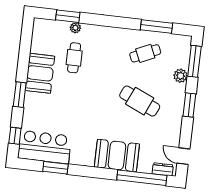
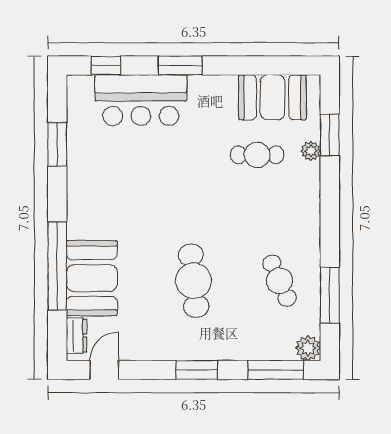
booth: (40, 73) -> (272, 97), moved
plant: (181, 76) -> (308, 348), moved
cafe table: (140, 101) -> (194, 281), turned -30
bar counter: (44, 147) -> (141, 100), moved, turned 90
booth: (117, 155) -> (92, 278), moved
window: (142, 178) -> (57, 266), moved

